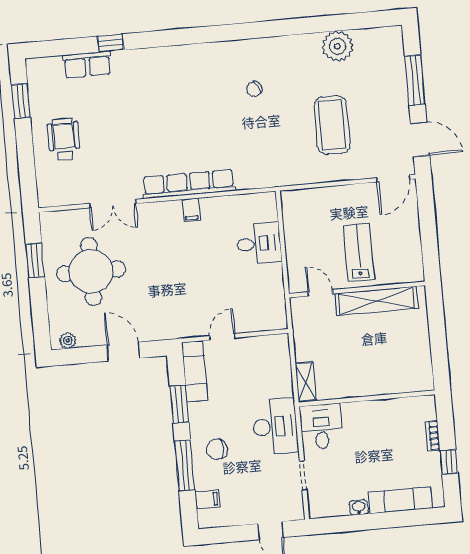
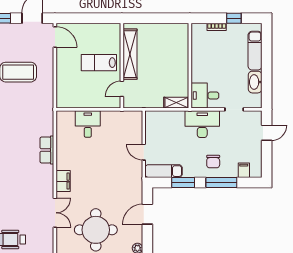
row of seats: (189, 184) -> (47, 150), width x0.50
filing cabinet: (191, 210) -> (63, 181), moved, width x2.00
washbasin: (359, 507) -> (255, 82), width x1.91, depth x1.45

